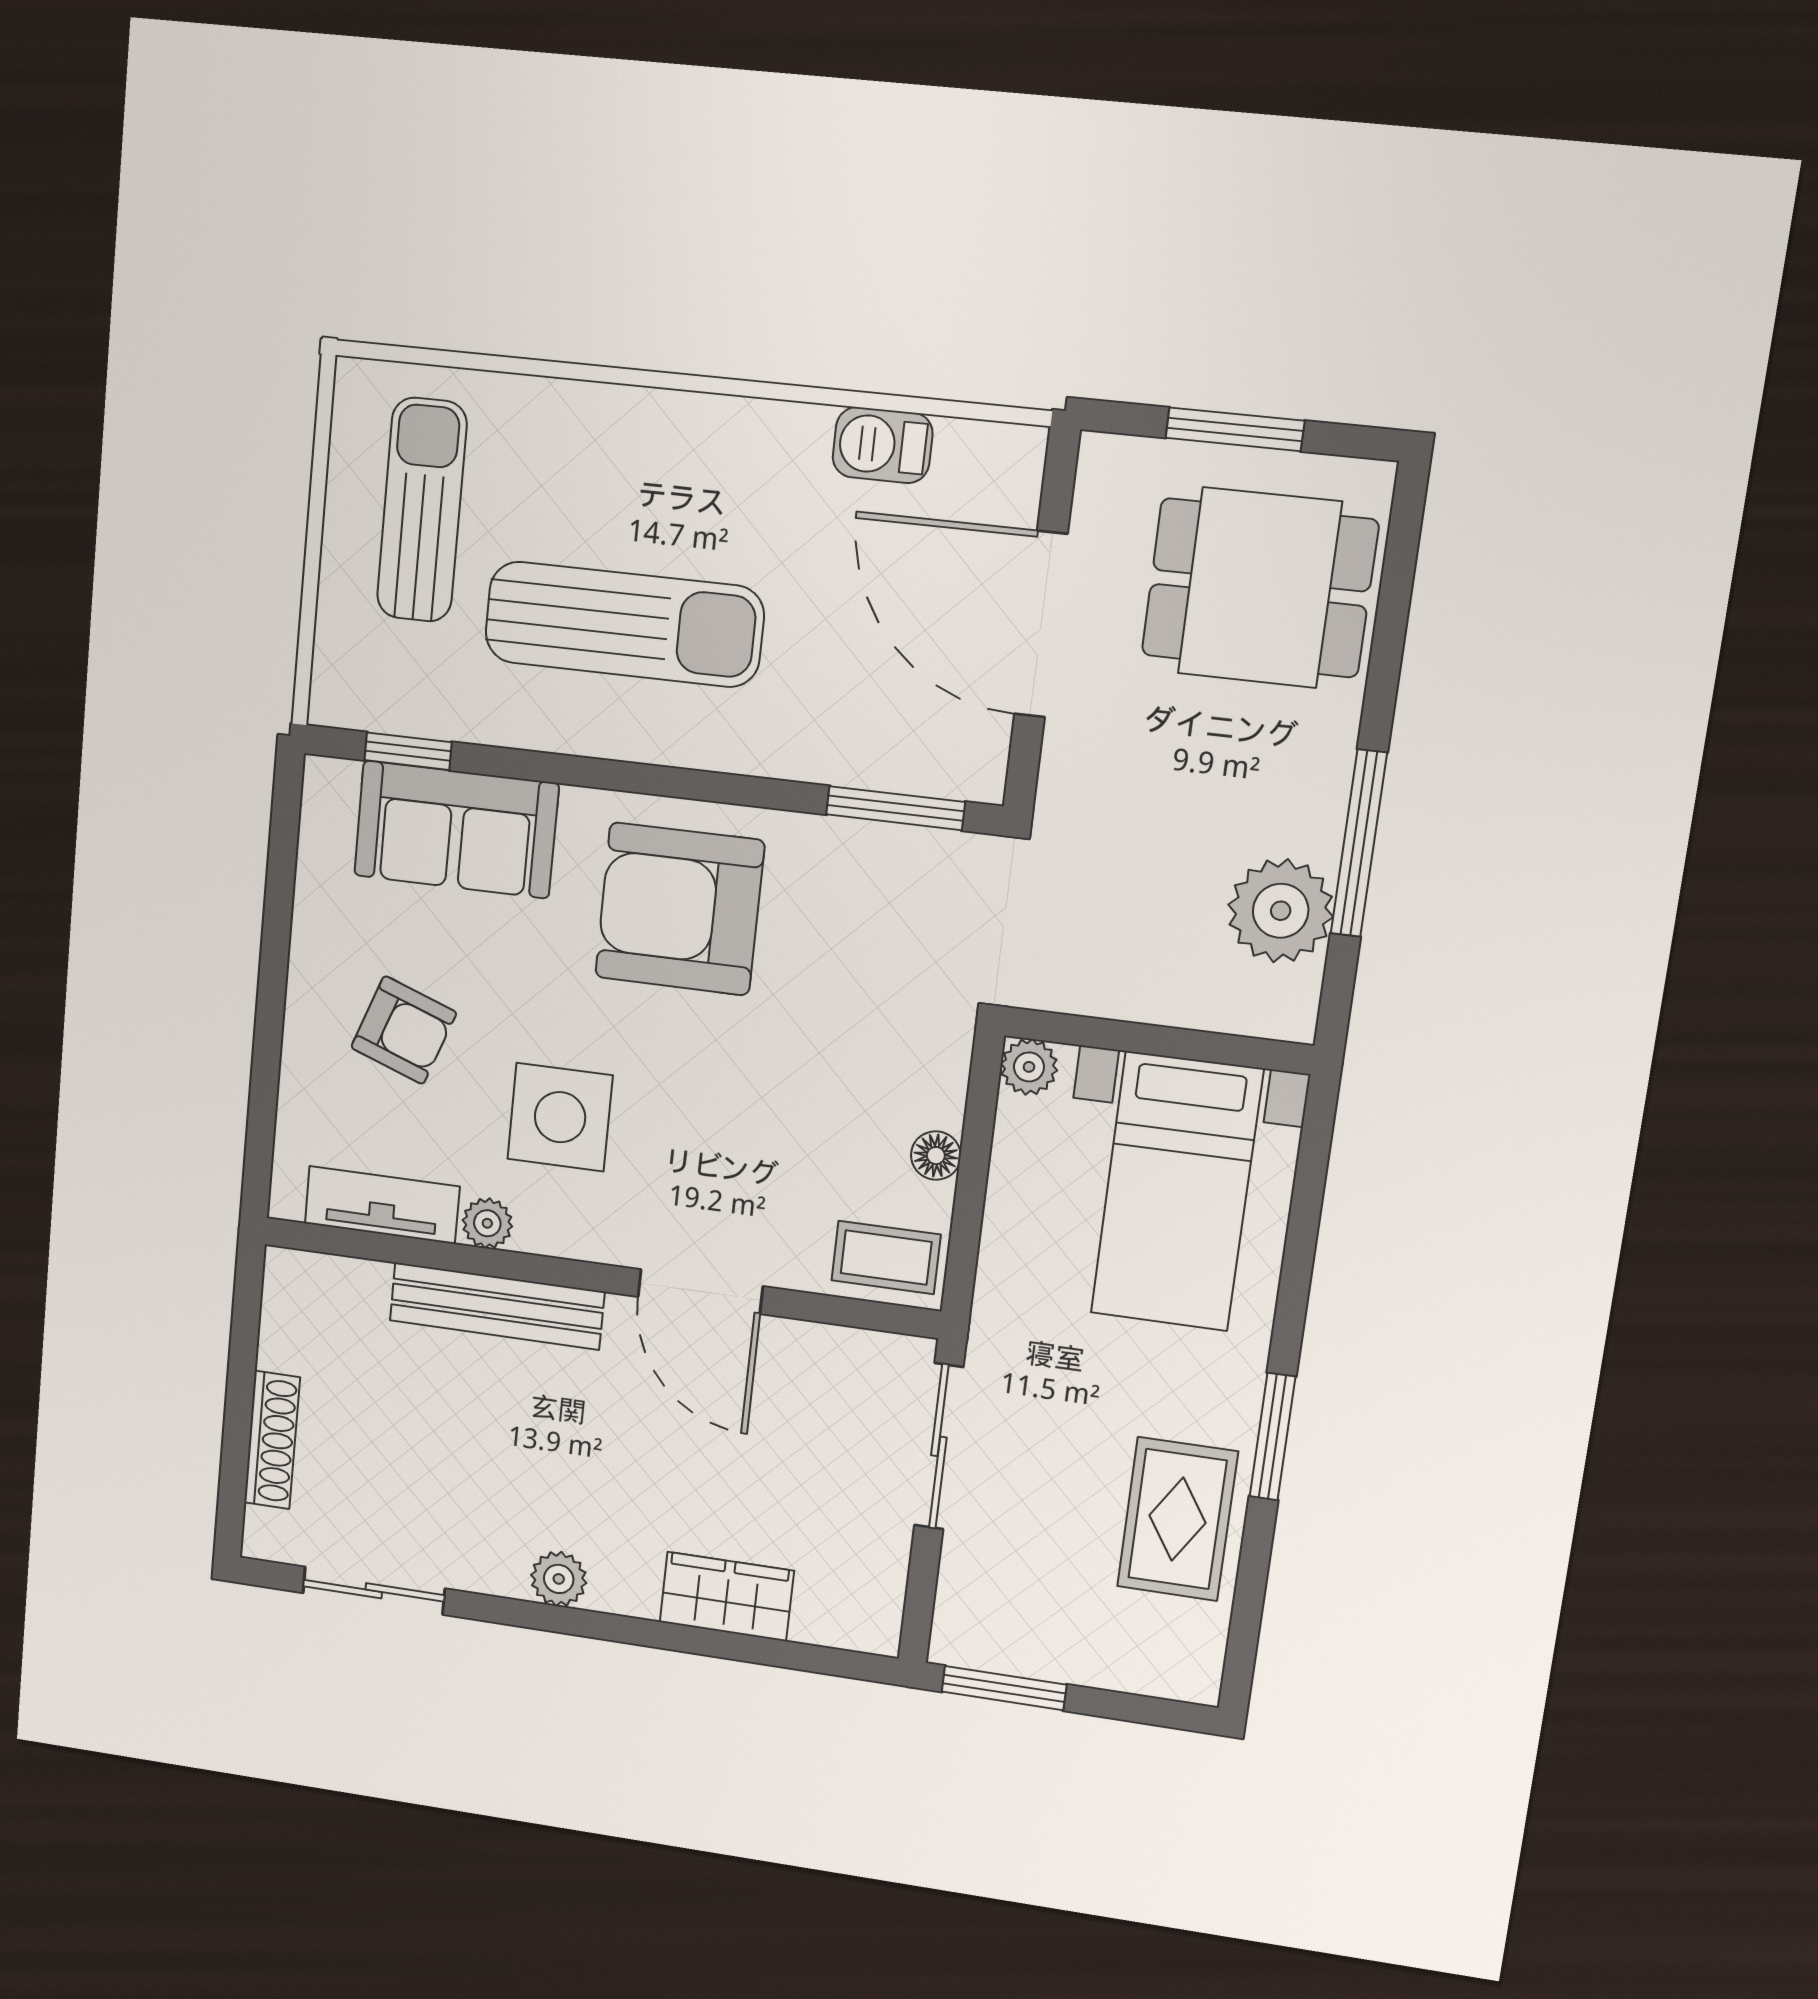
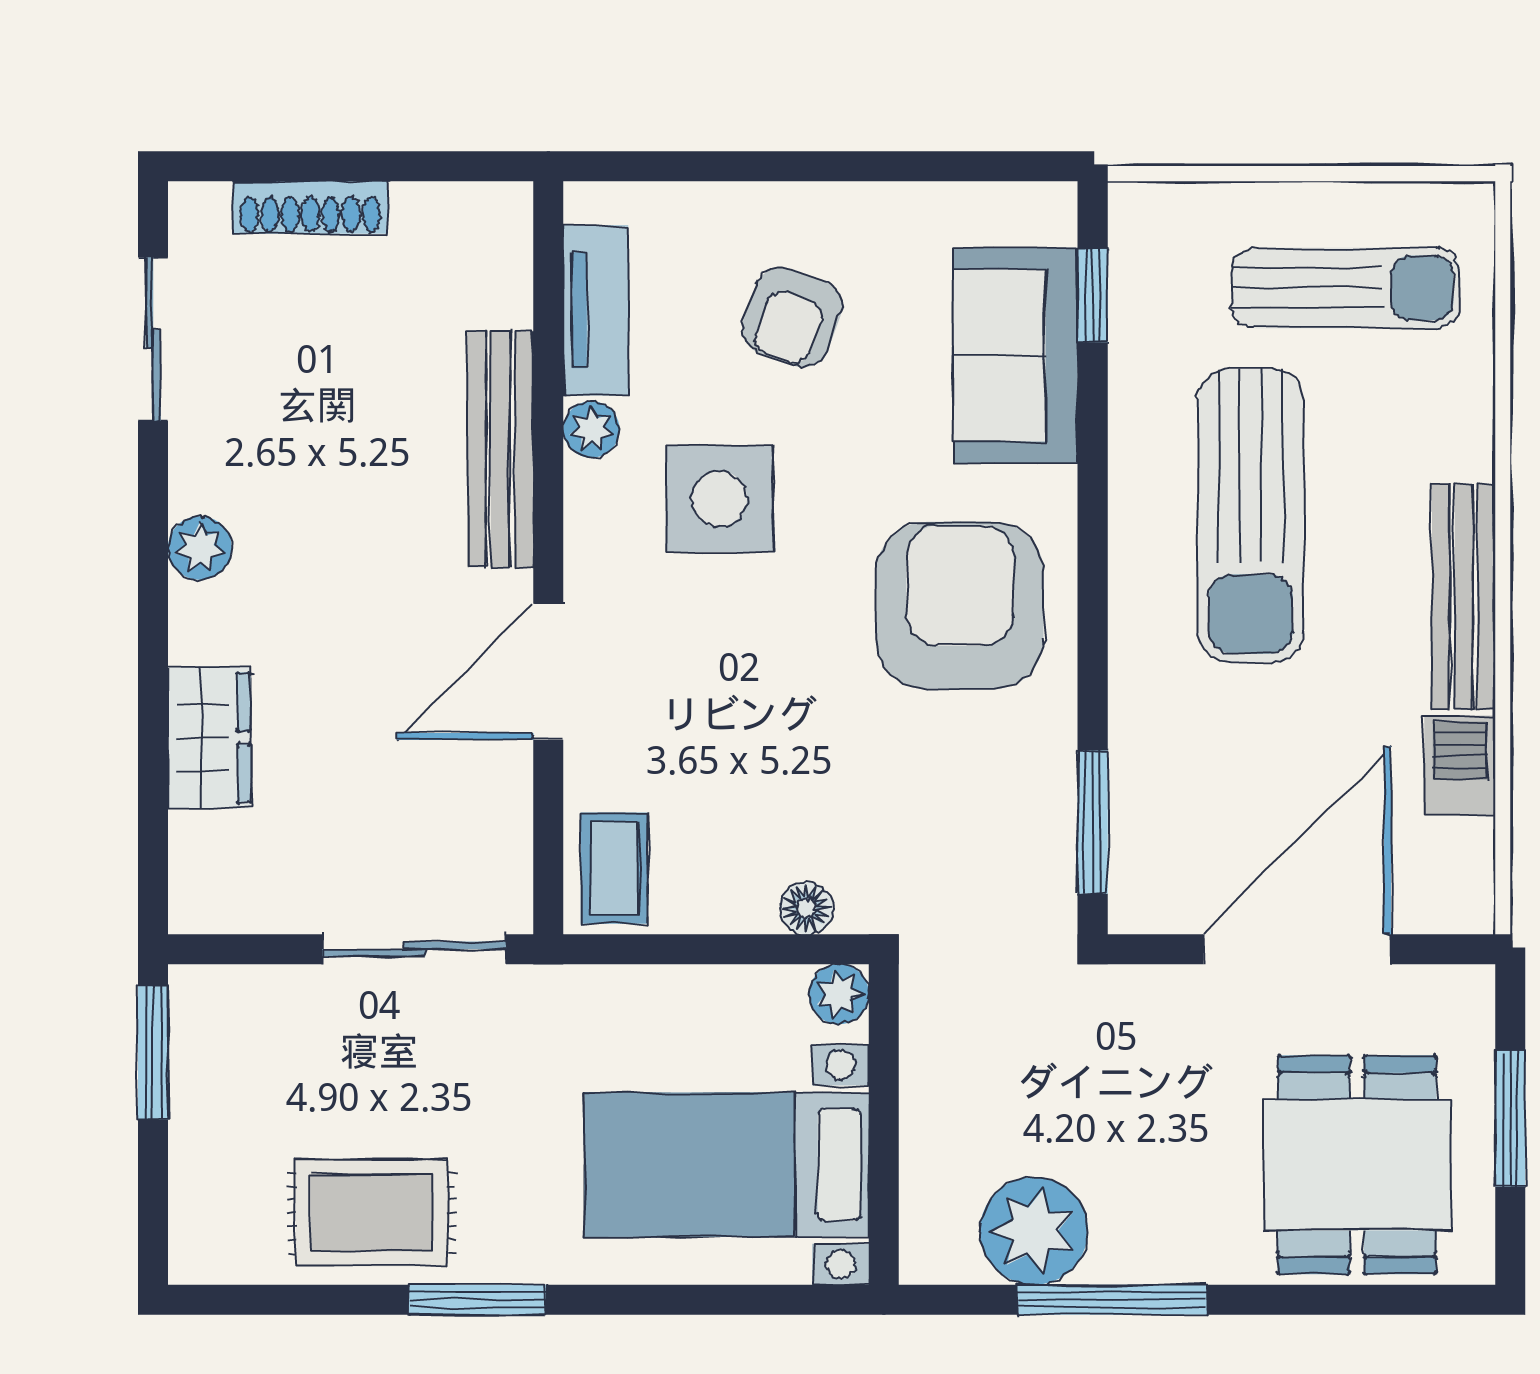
bench: (722, 425) -> (1464, 597), added
floor lamp: (936, 1156) -> (806, 908), moved

